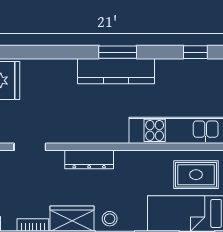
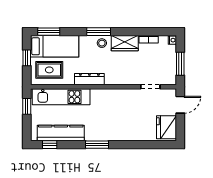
kitchen counter: (116, 71) -> (61, 133), moved
dresser: (89, 159) -> (89, 79), moved

